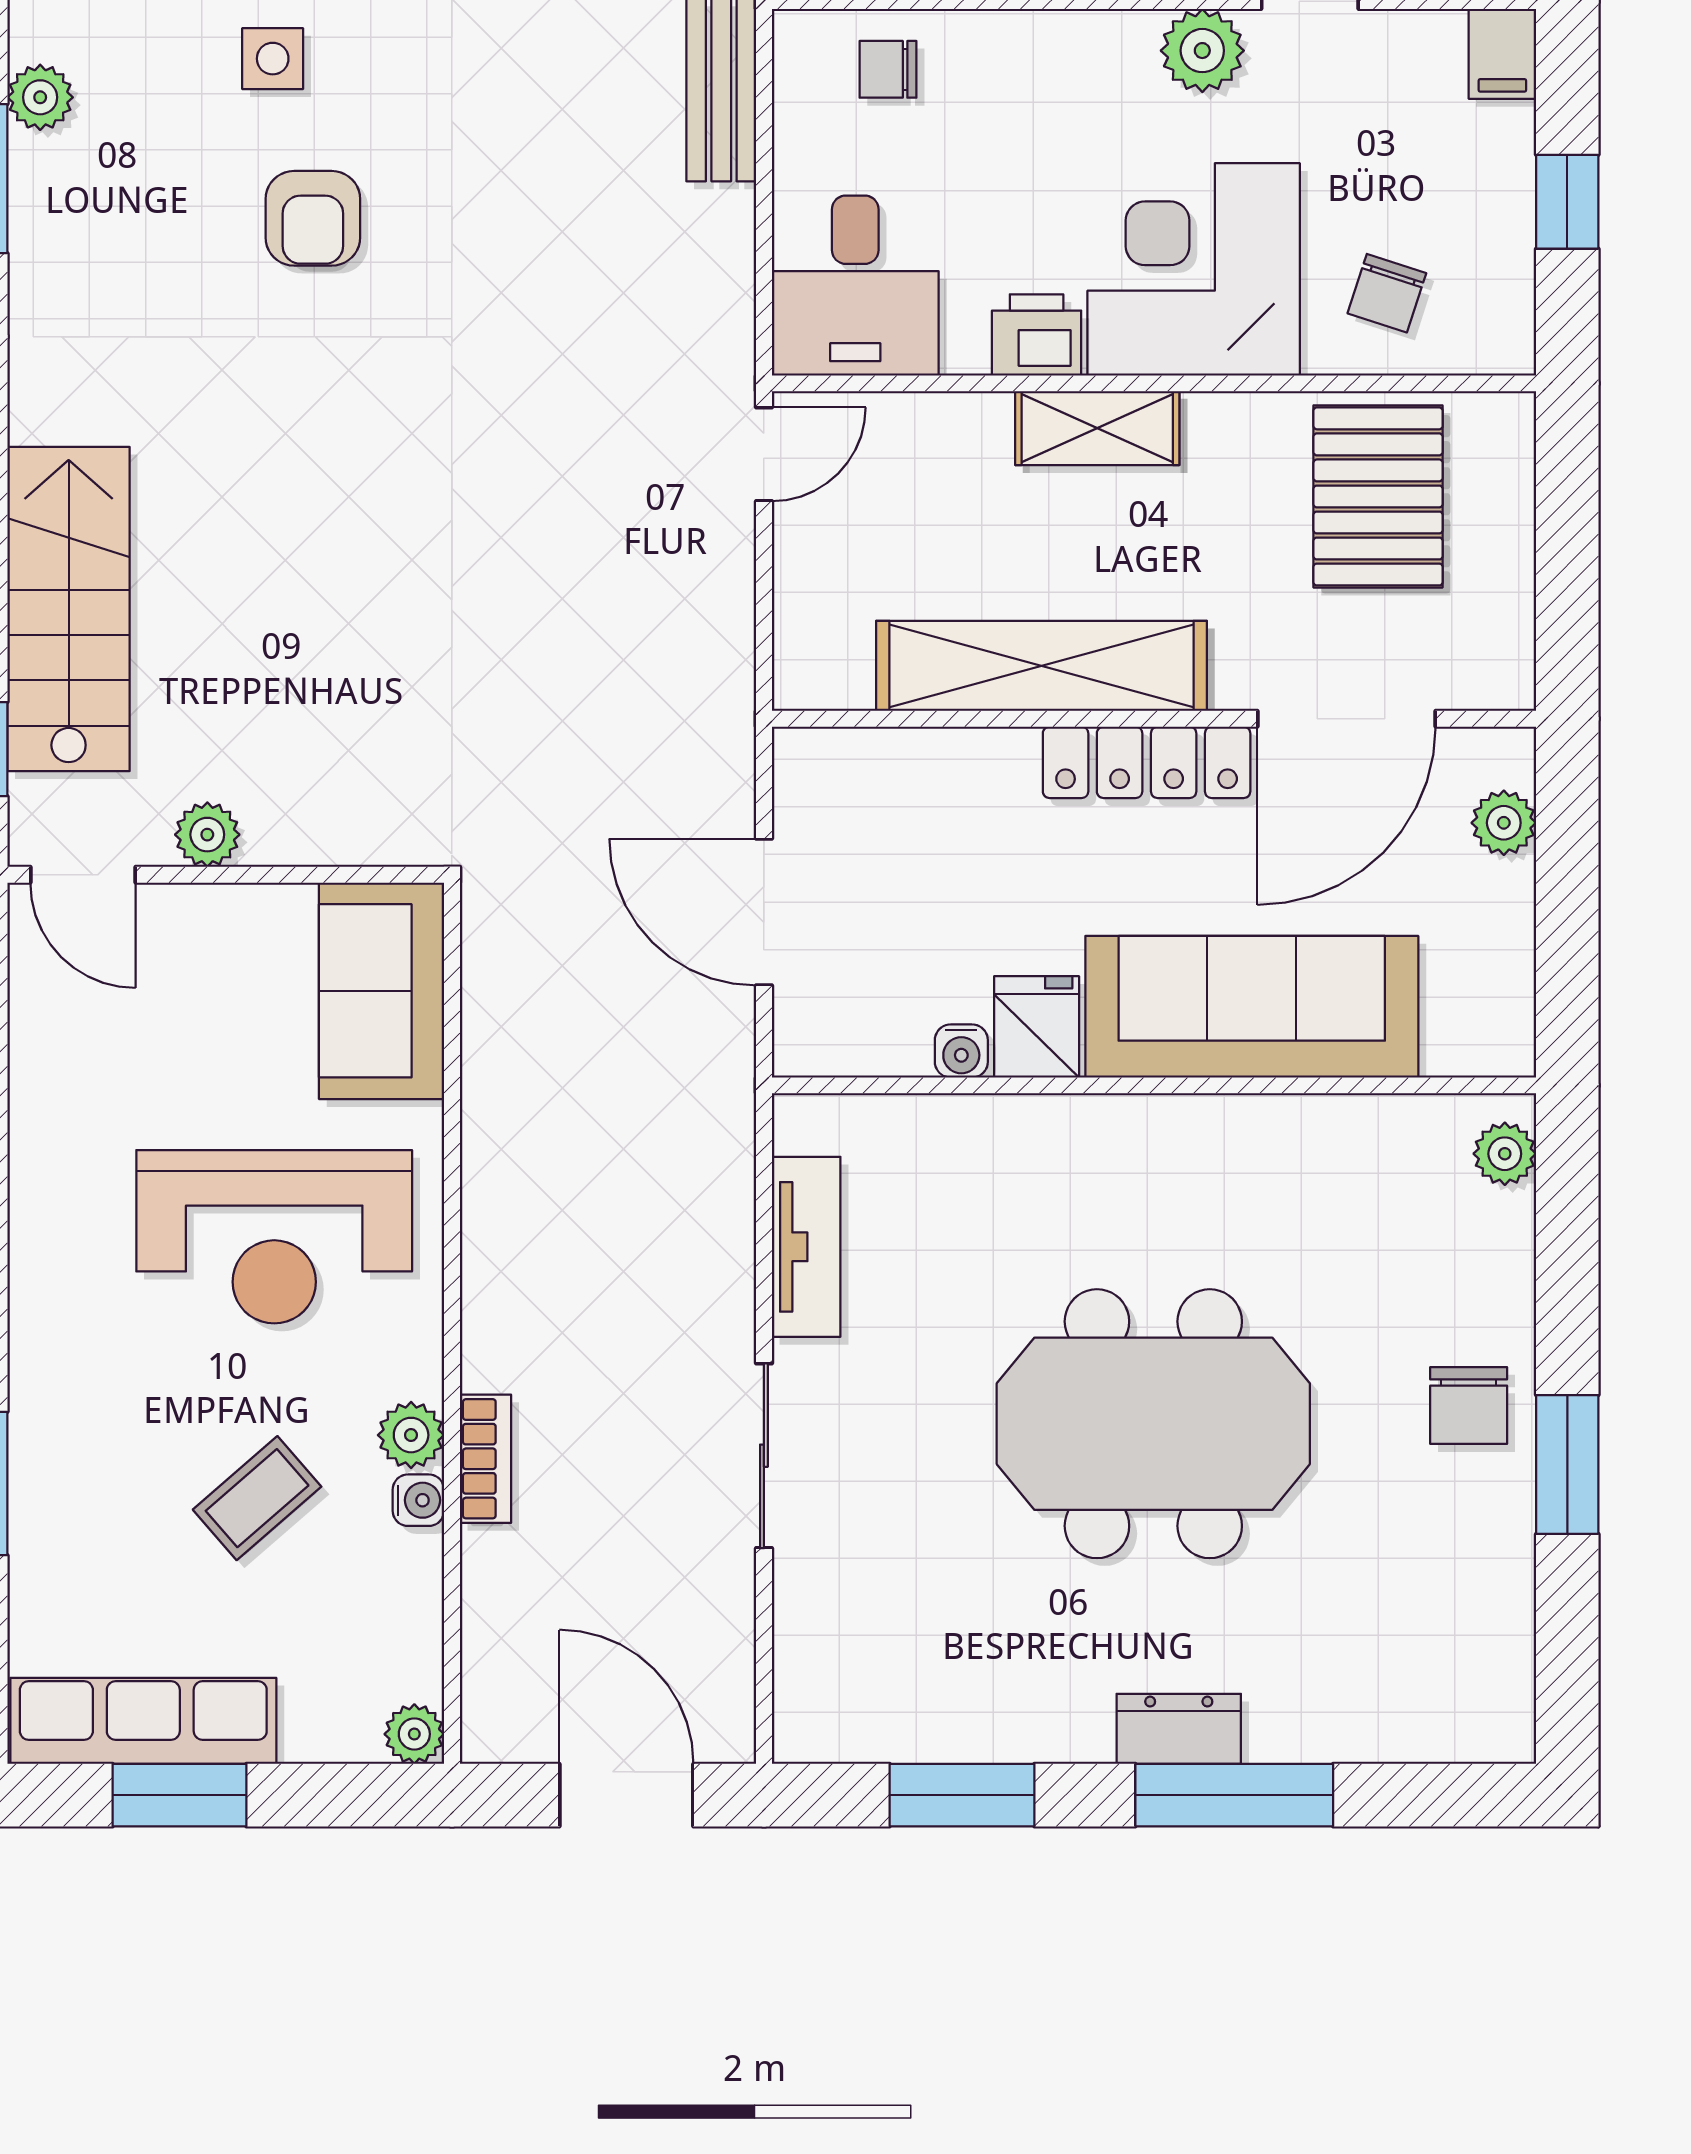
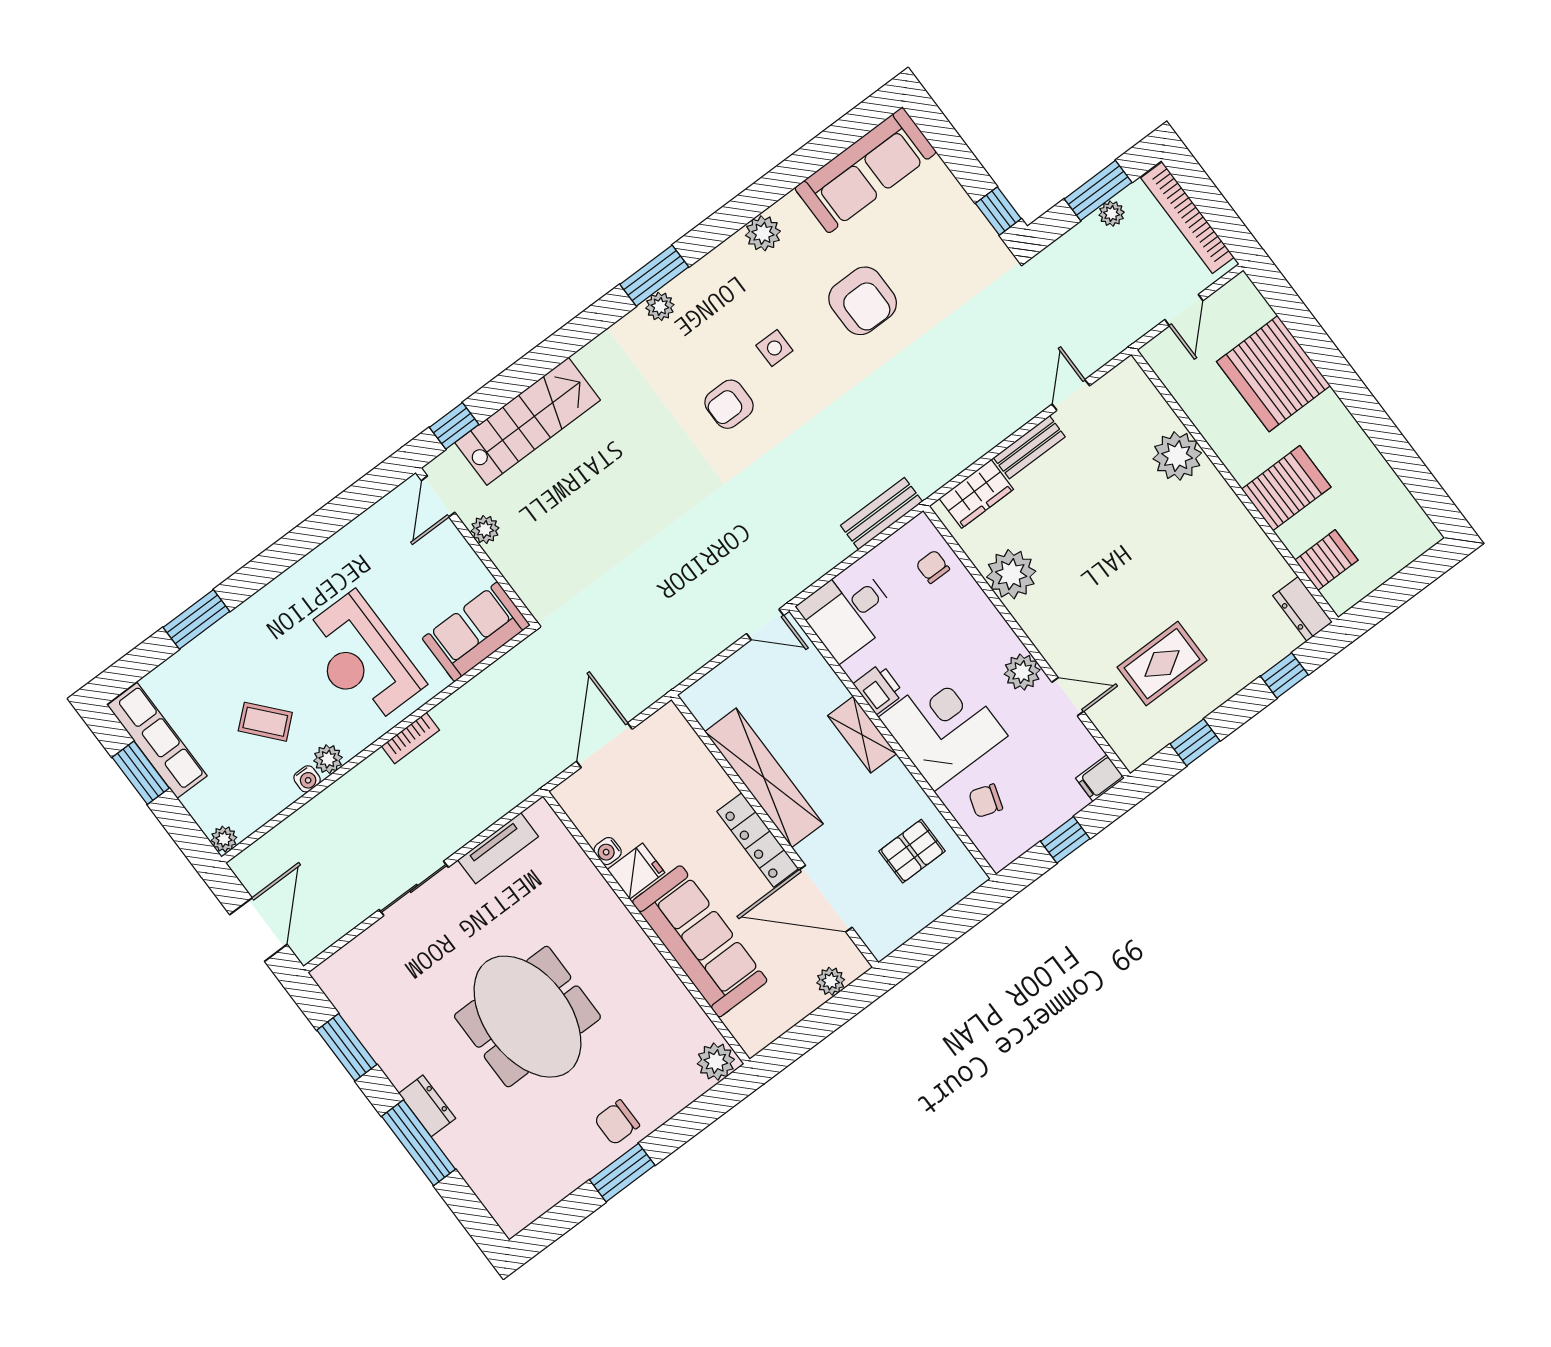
plant: (40, 97) -> (660, 306), moved
pallet: (1378, 496) -> (912, 851), width x0.67, depth x0.71
plant: (1505, 1154) -> (716, 1062), width x1.38, depth x1.38
bookcase: (485, 1459) -> (410, 738), moved

